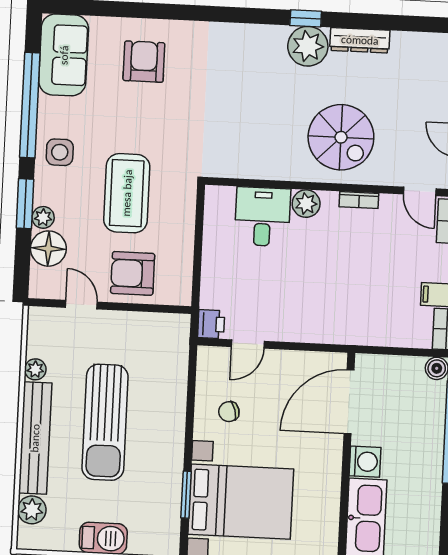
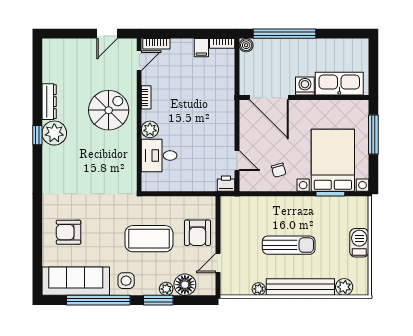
sofa: (64, 55) -> (76, 281), width x1.36
sun lounger: (105, 422) -> (289, 245), width x0.73, depth x0.75

